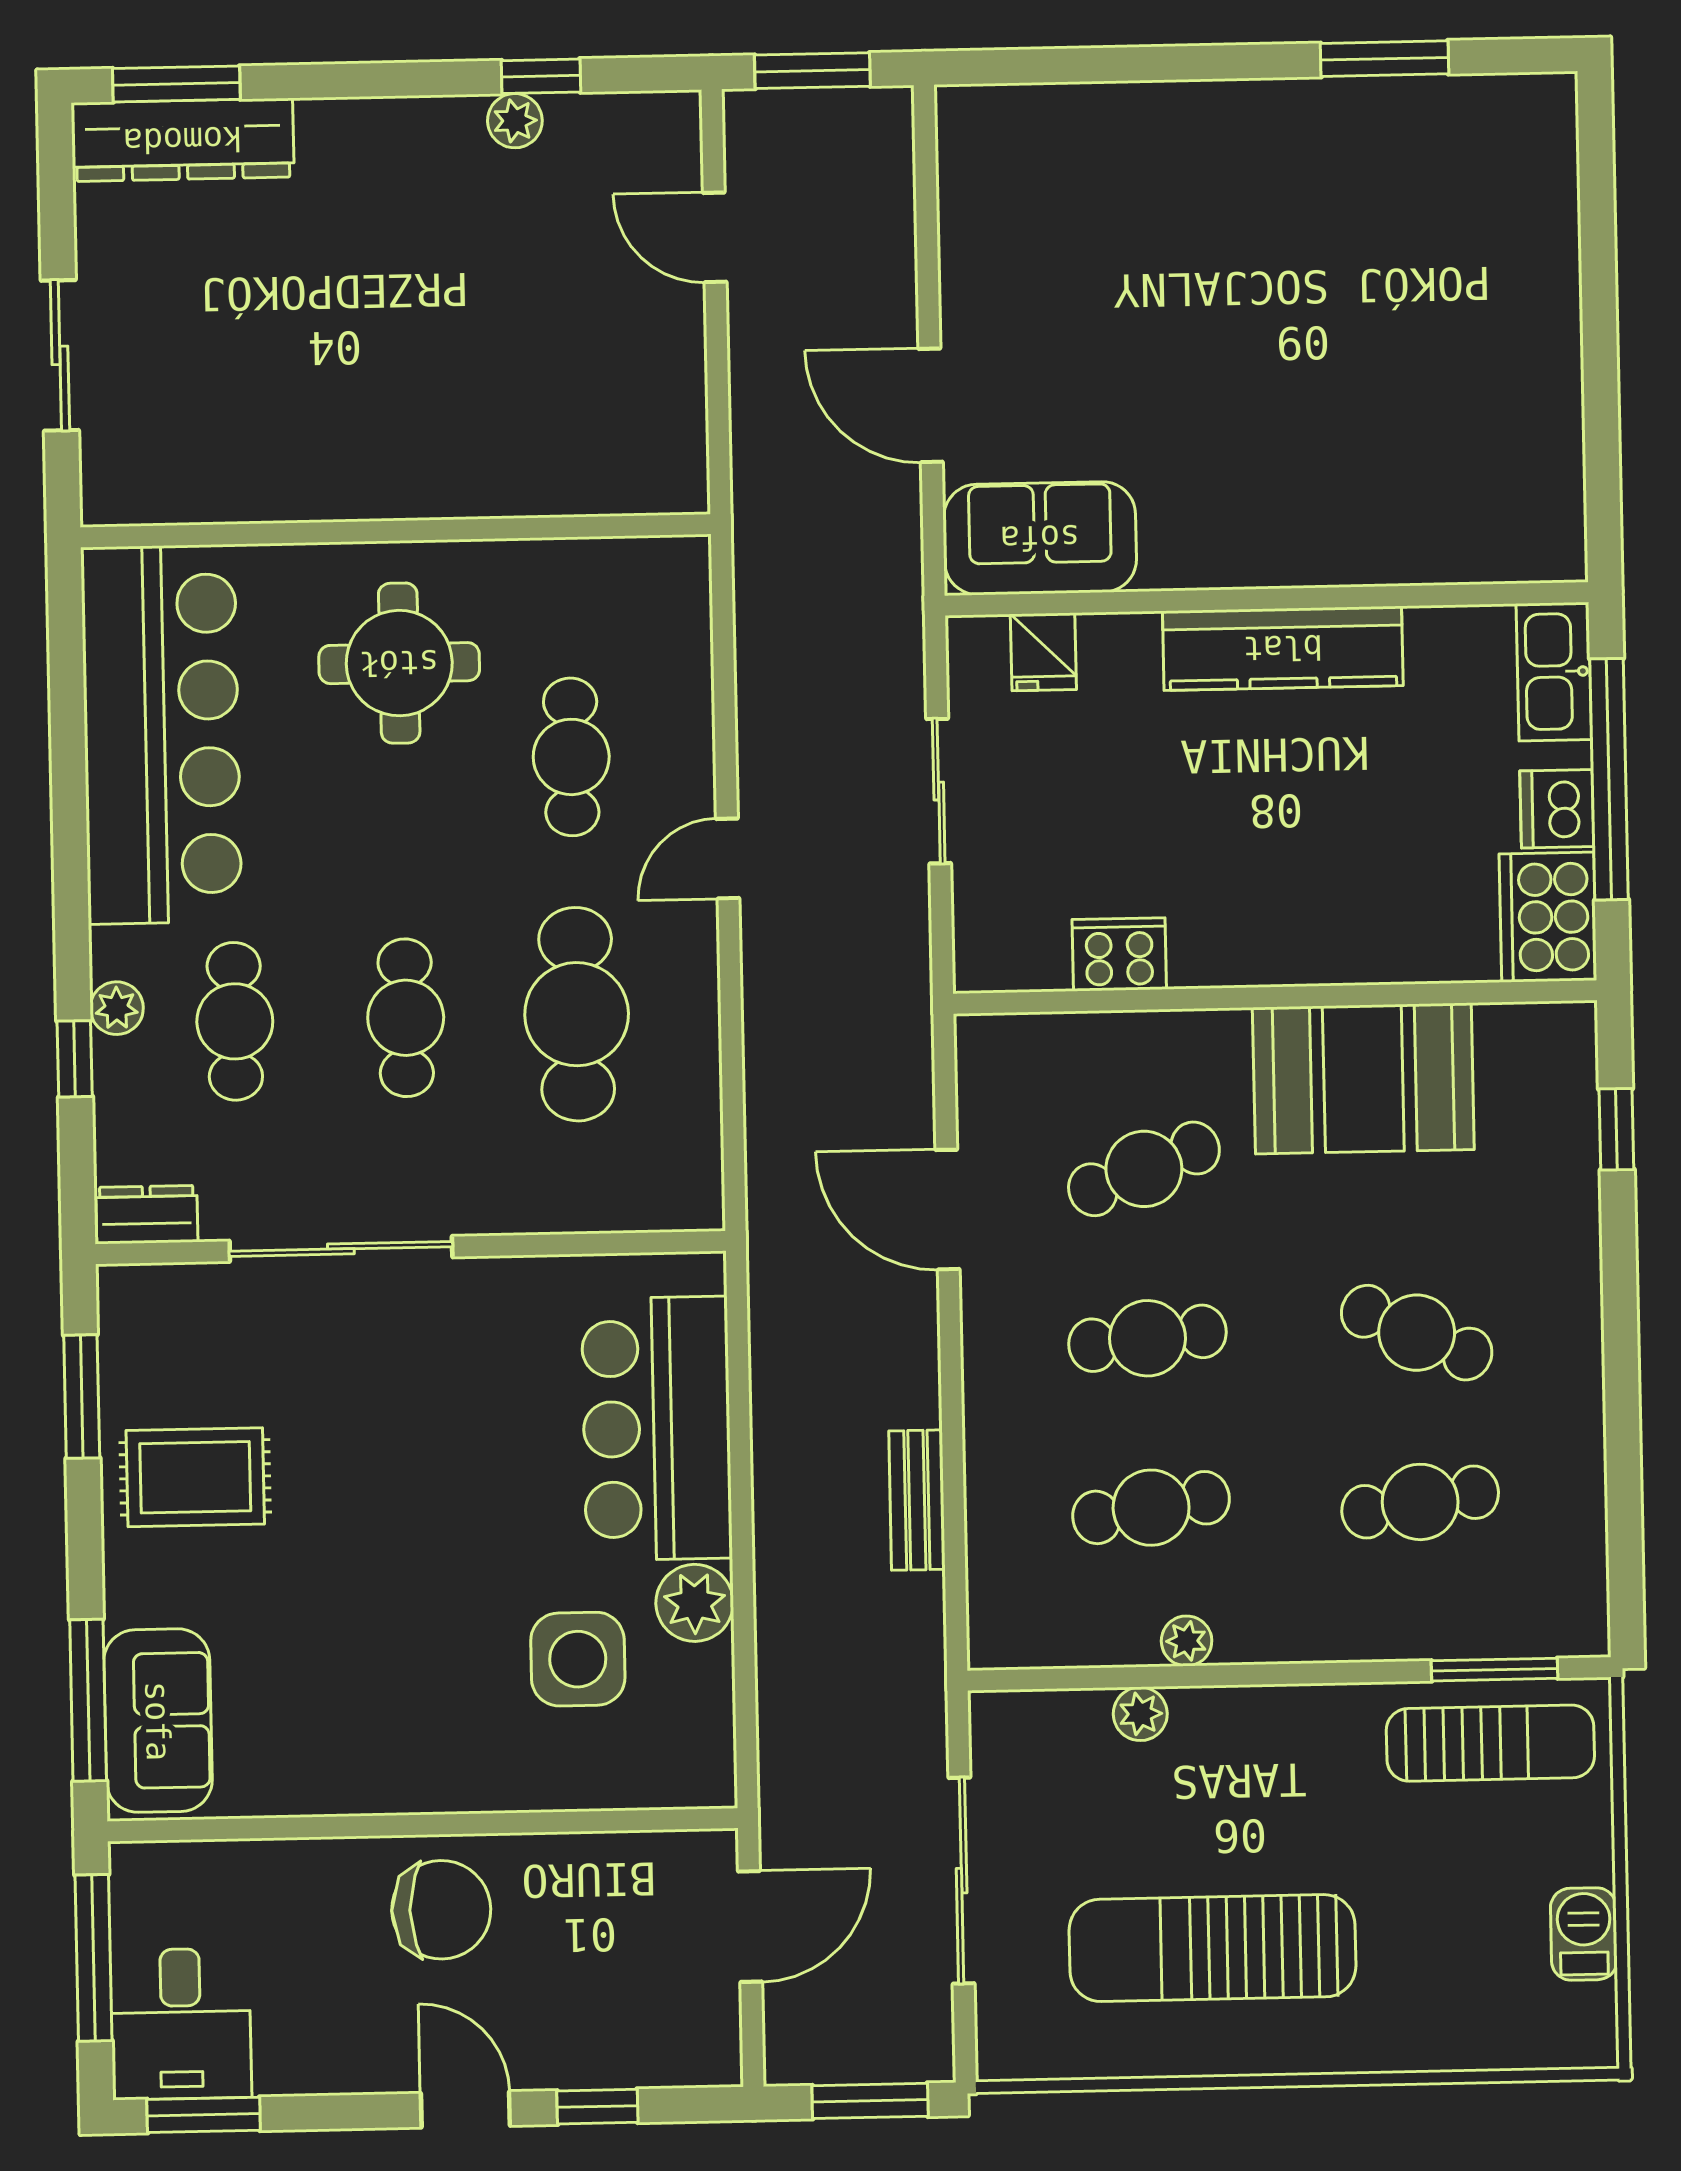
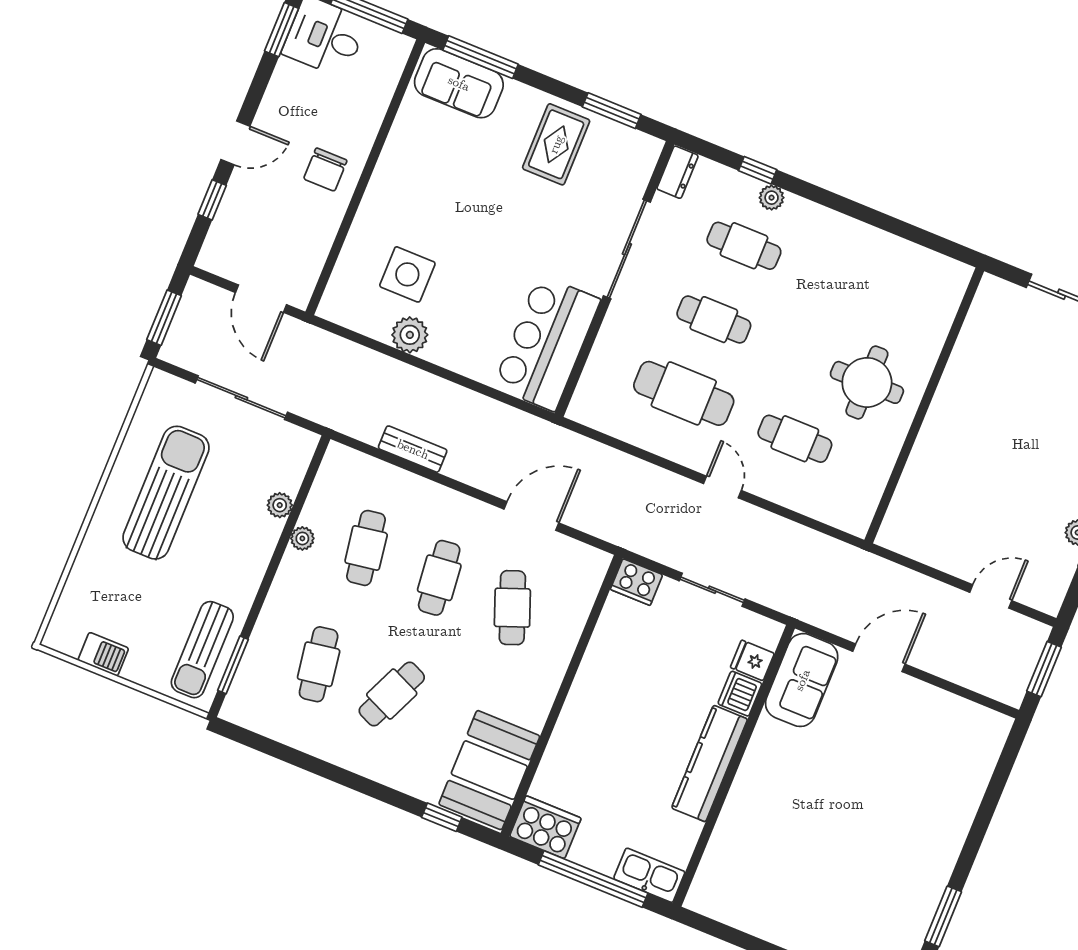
bar counter: (161, 734) -> (880, 267), removed
dishwasher: (1557, 809) -> (740, 694), moved, turned -90
cooker: (1119, 954) -> (636, 582), moved, turned 90
booth: (1363, 1079) -> (489, 770), moved
bar counter: (657, 1429) -> (547, 343), moved, turned -90
chair: (441, 1910) -> (325, 170), width x0.73, depth x0.73

